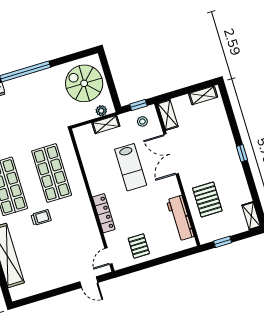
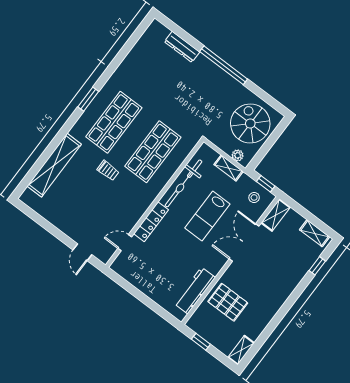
window: (242, 153) -> (317, 266), moved
bicycle: (93, 167) -> (183, 183), added
pallet: (207, 199) -> (228, 302), turned 90
pallet: (139, 246) -> (145, 272), removed
door: (109, 256) -> (125, 243), moved

